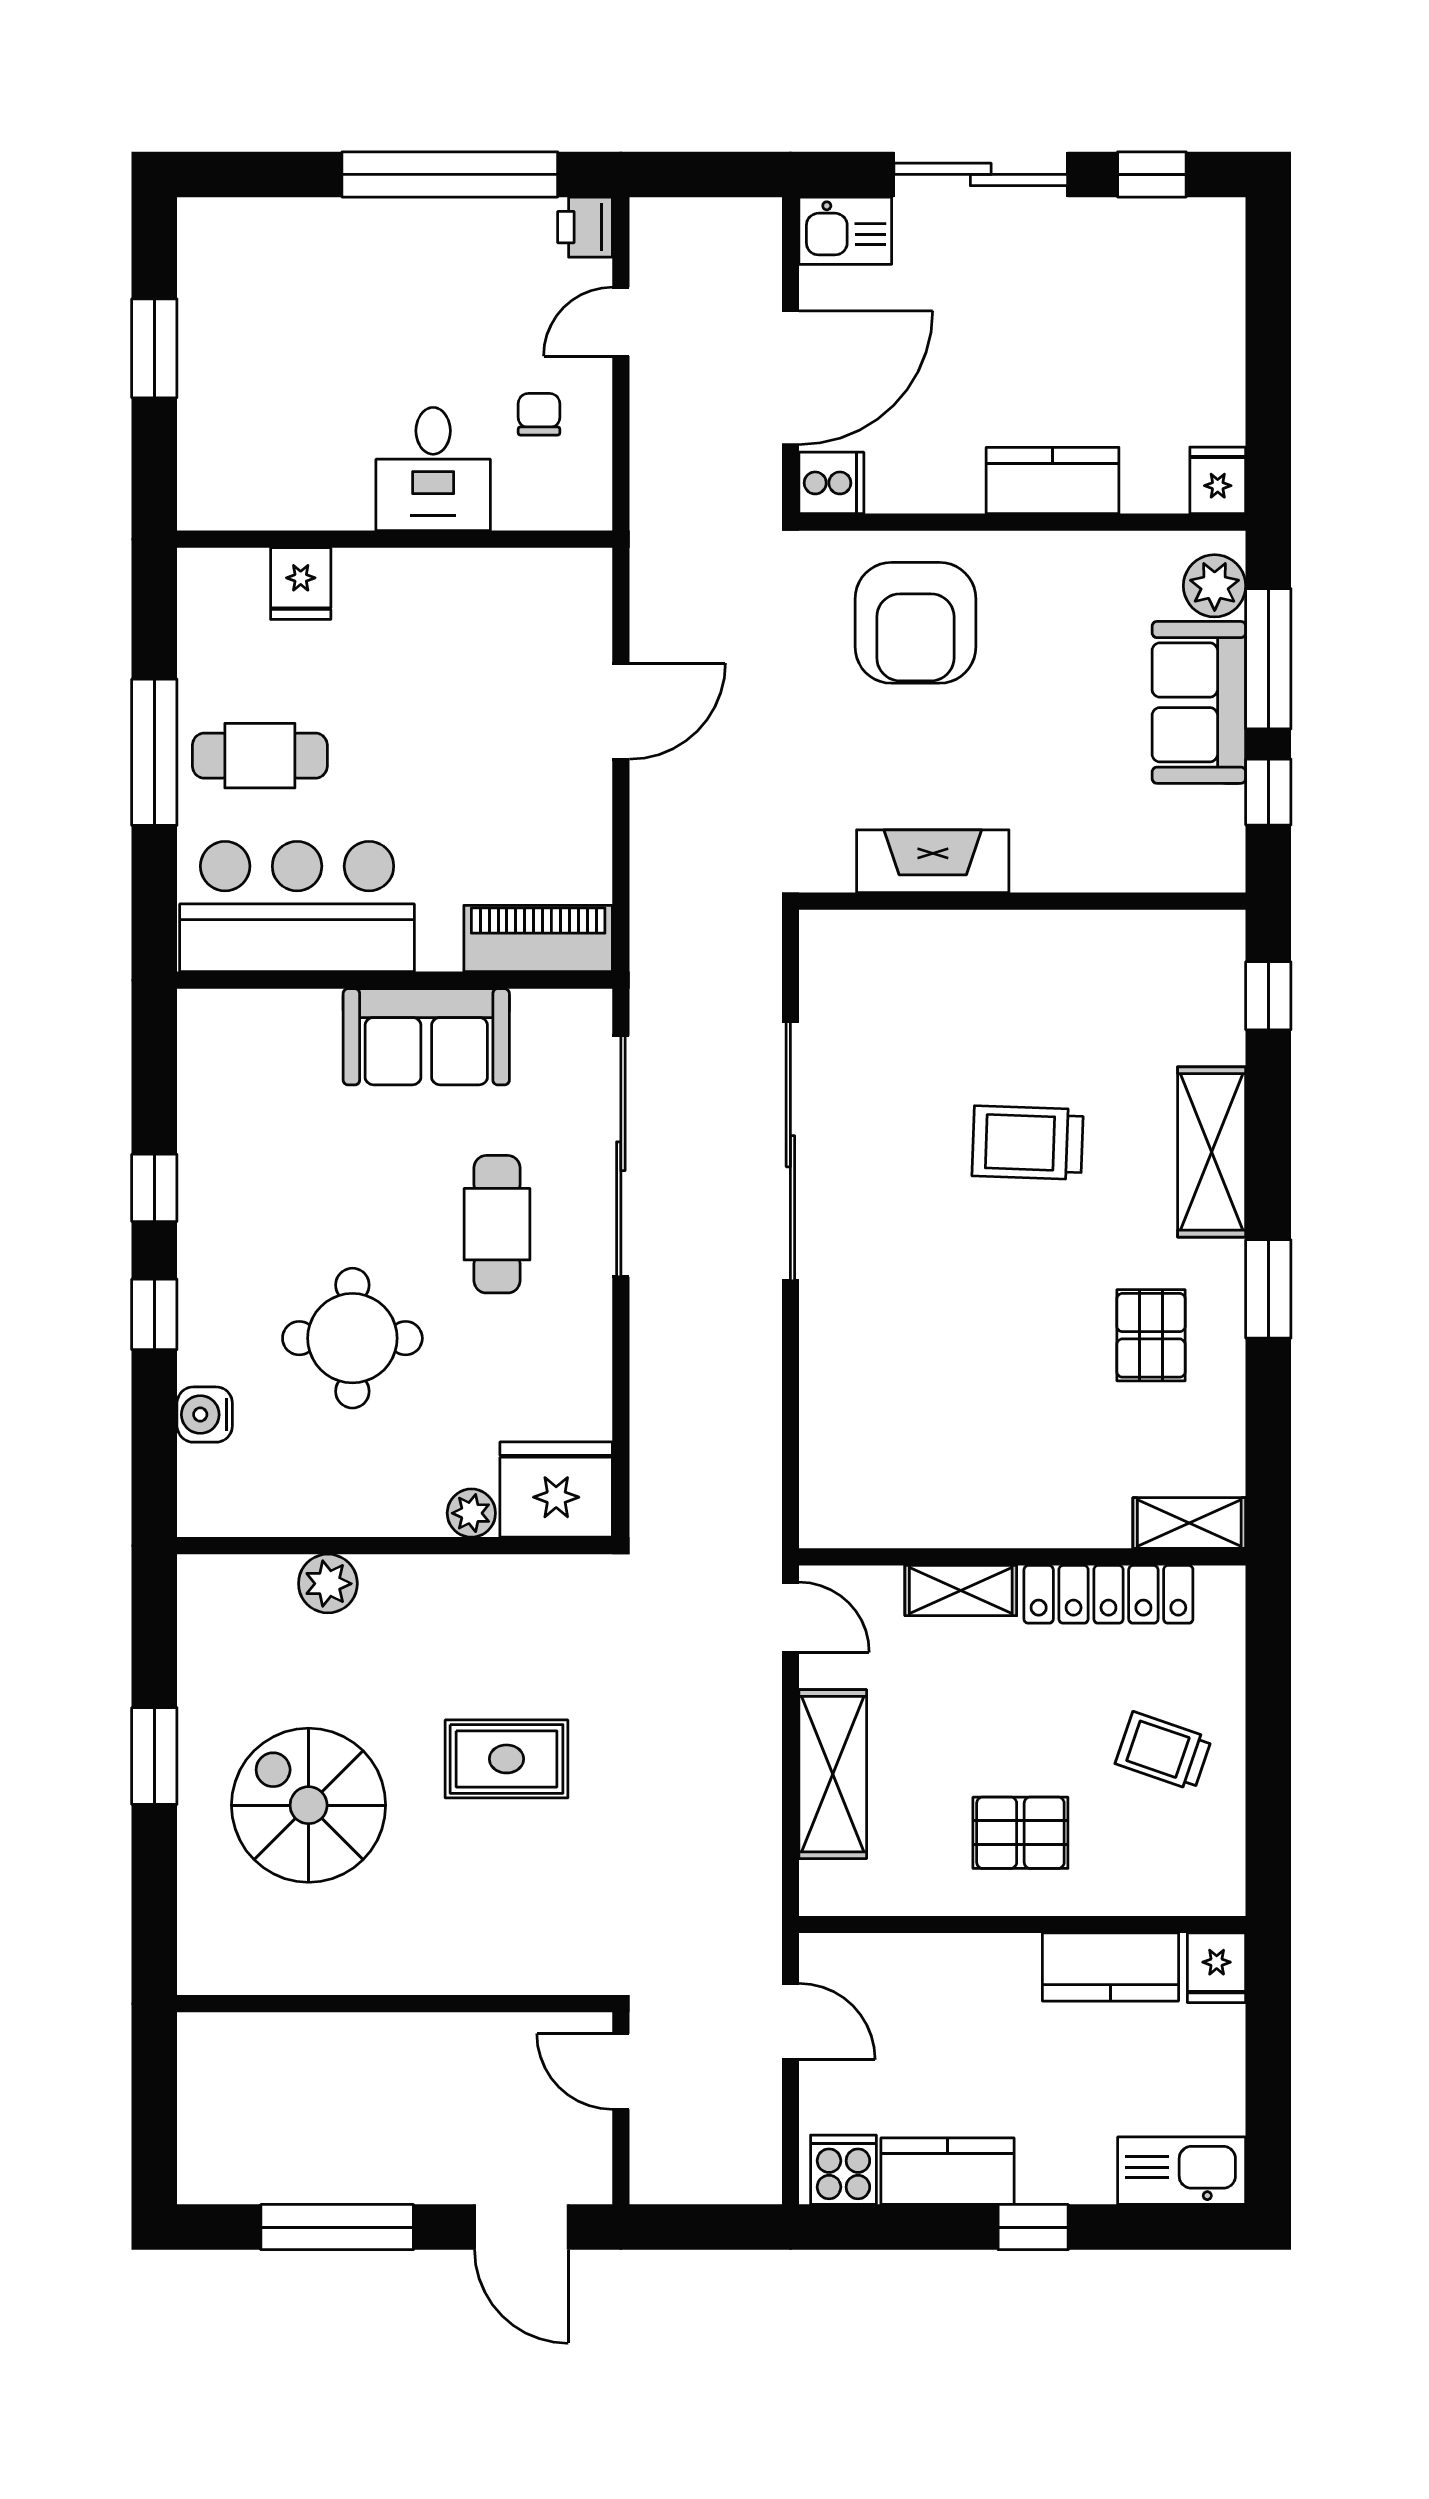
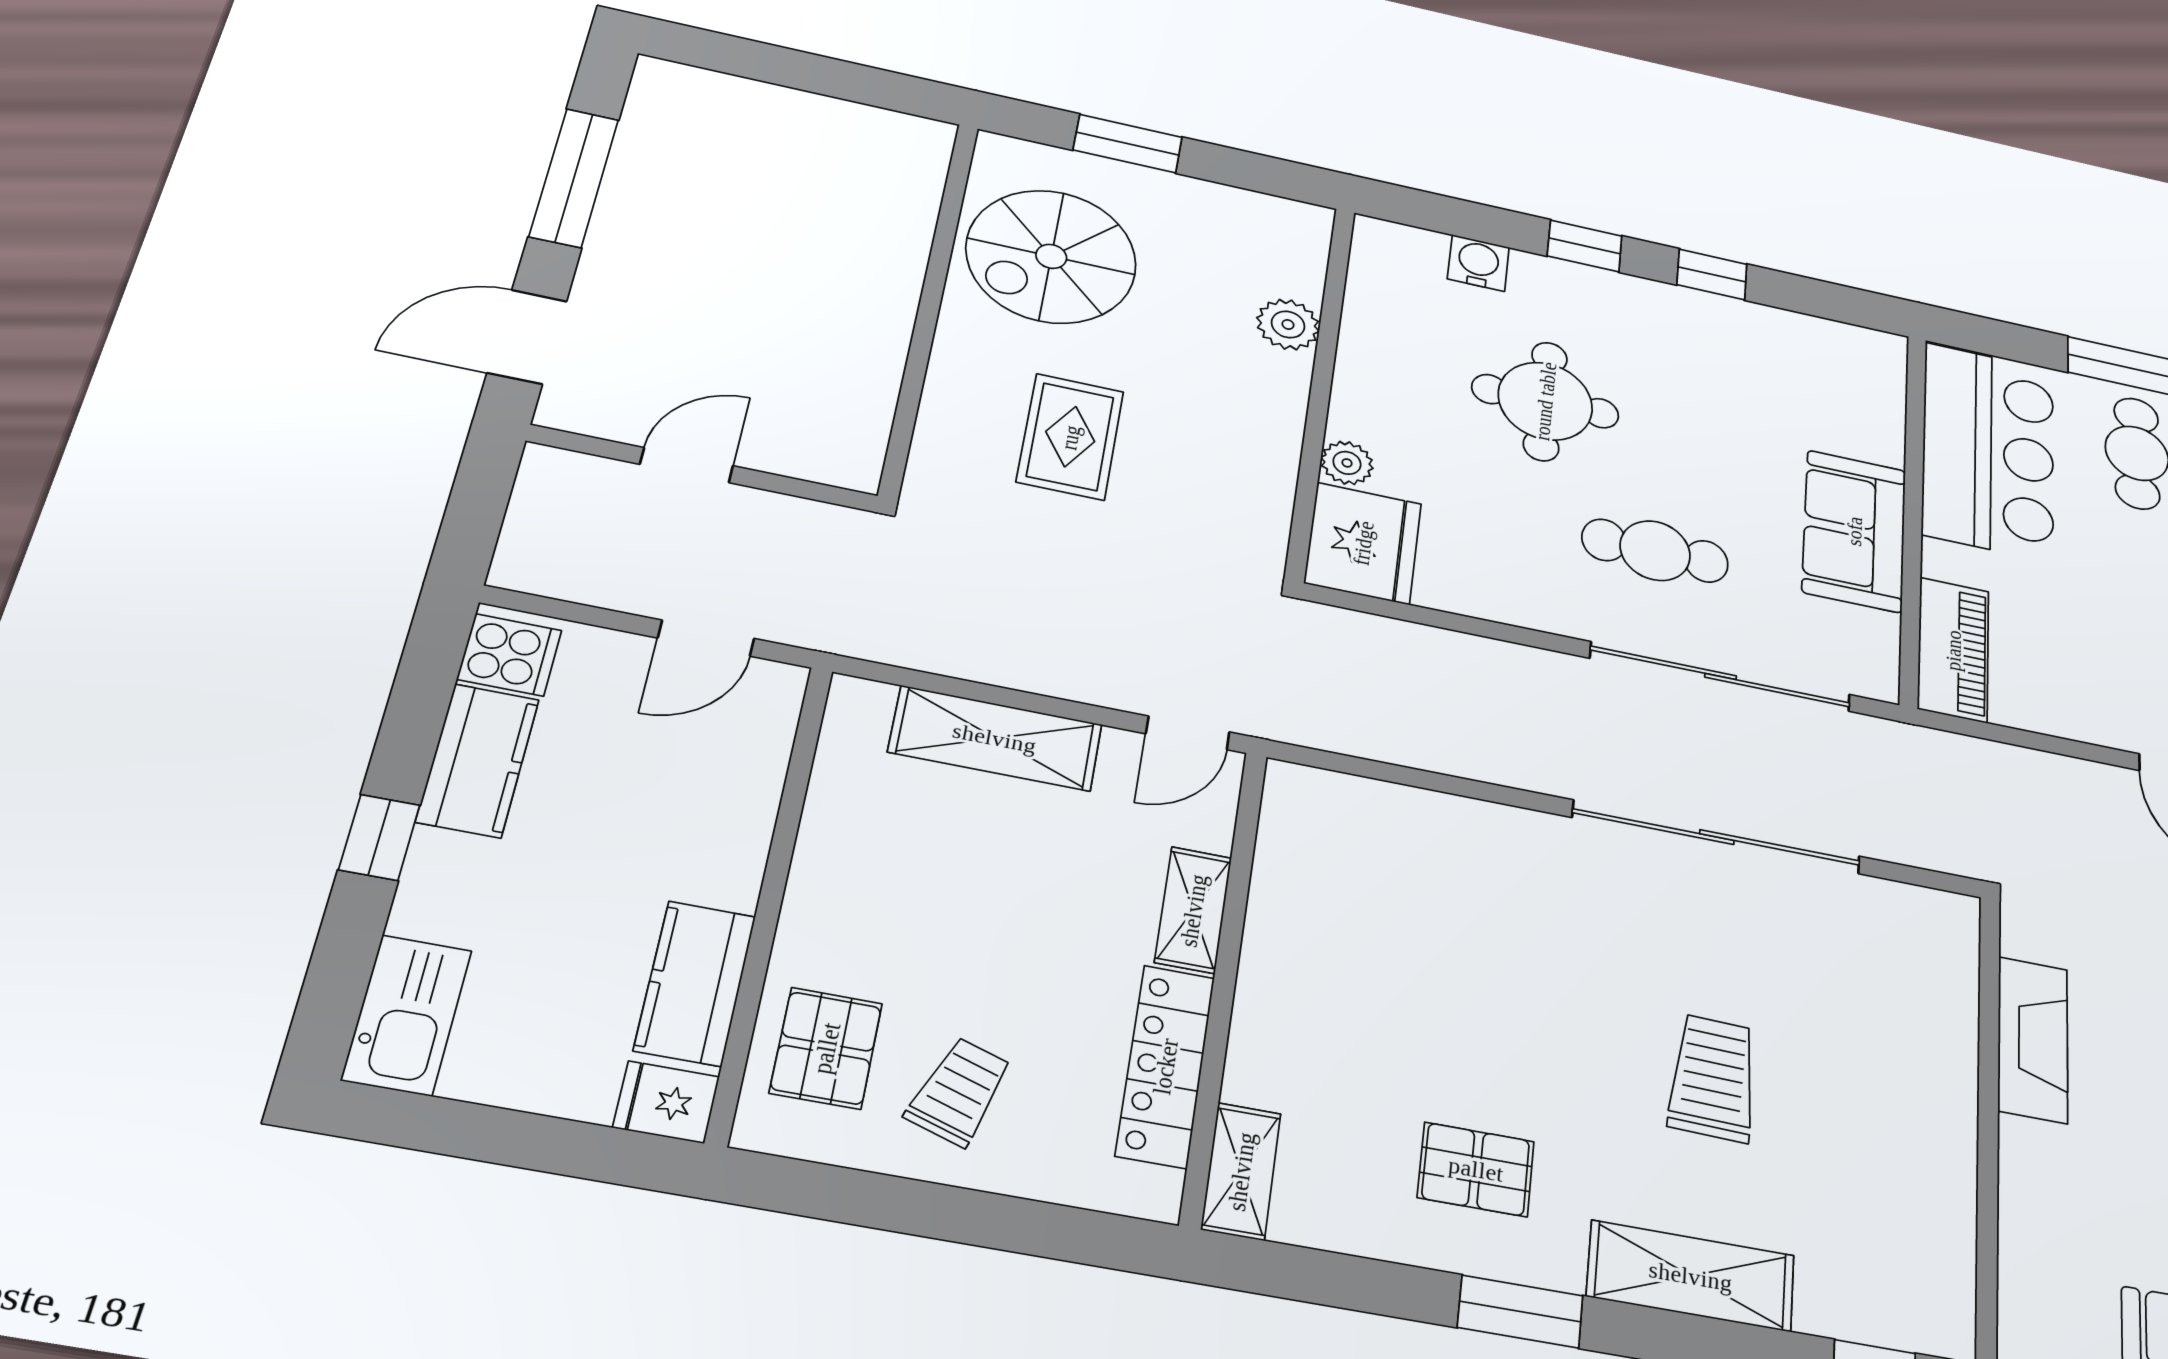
spiral stairs: (309, 1805) -> (1051, 256), turned 180
pallet: (1020, 1833) -> (826, 1048), moved
wall: (395, 2004) -> (930, 306), moved

